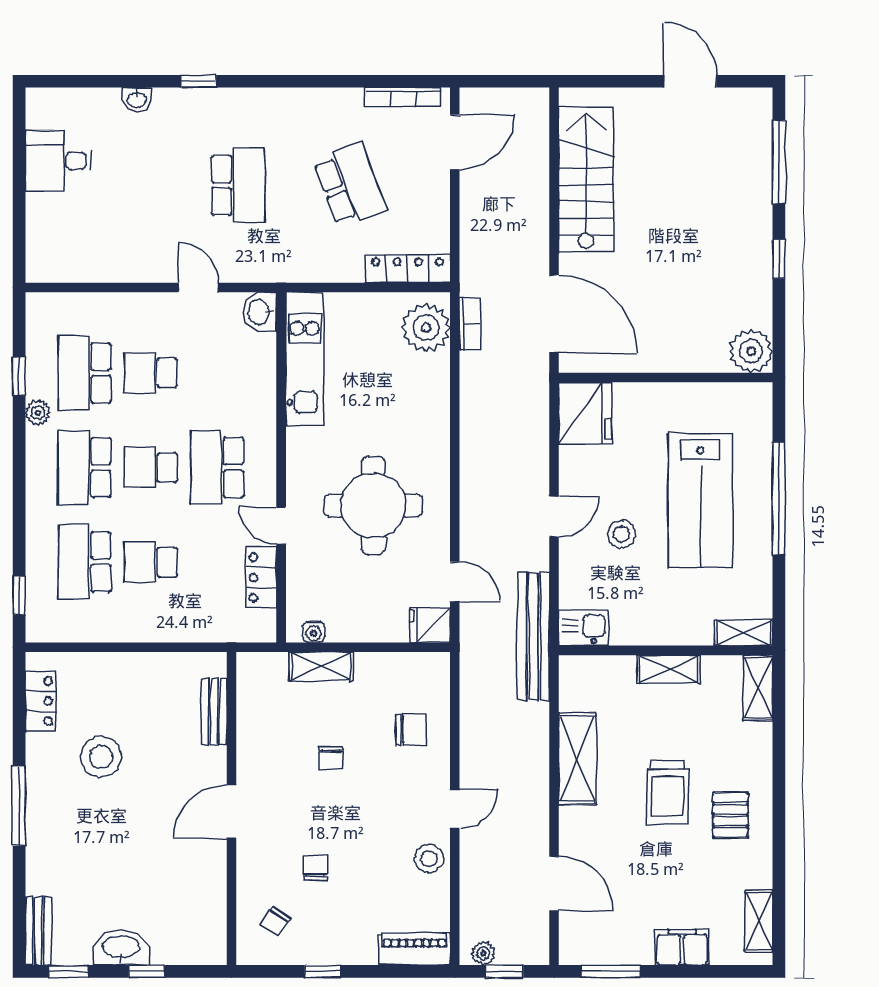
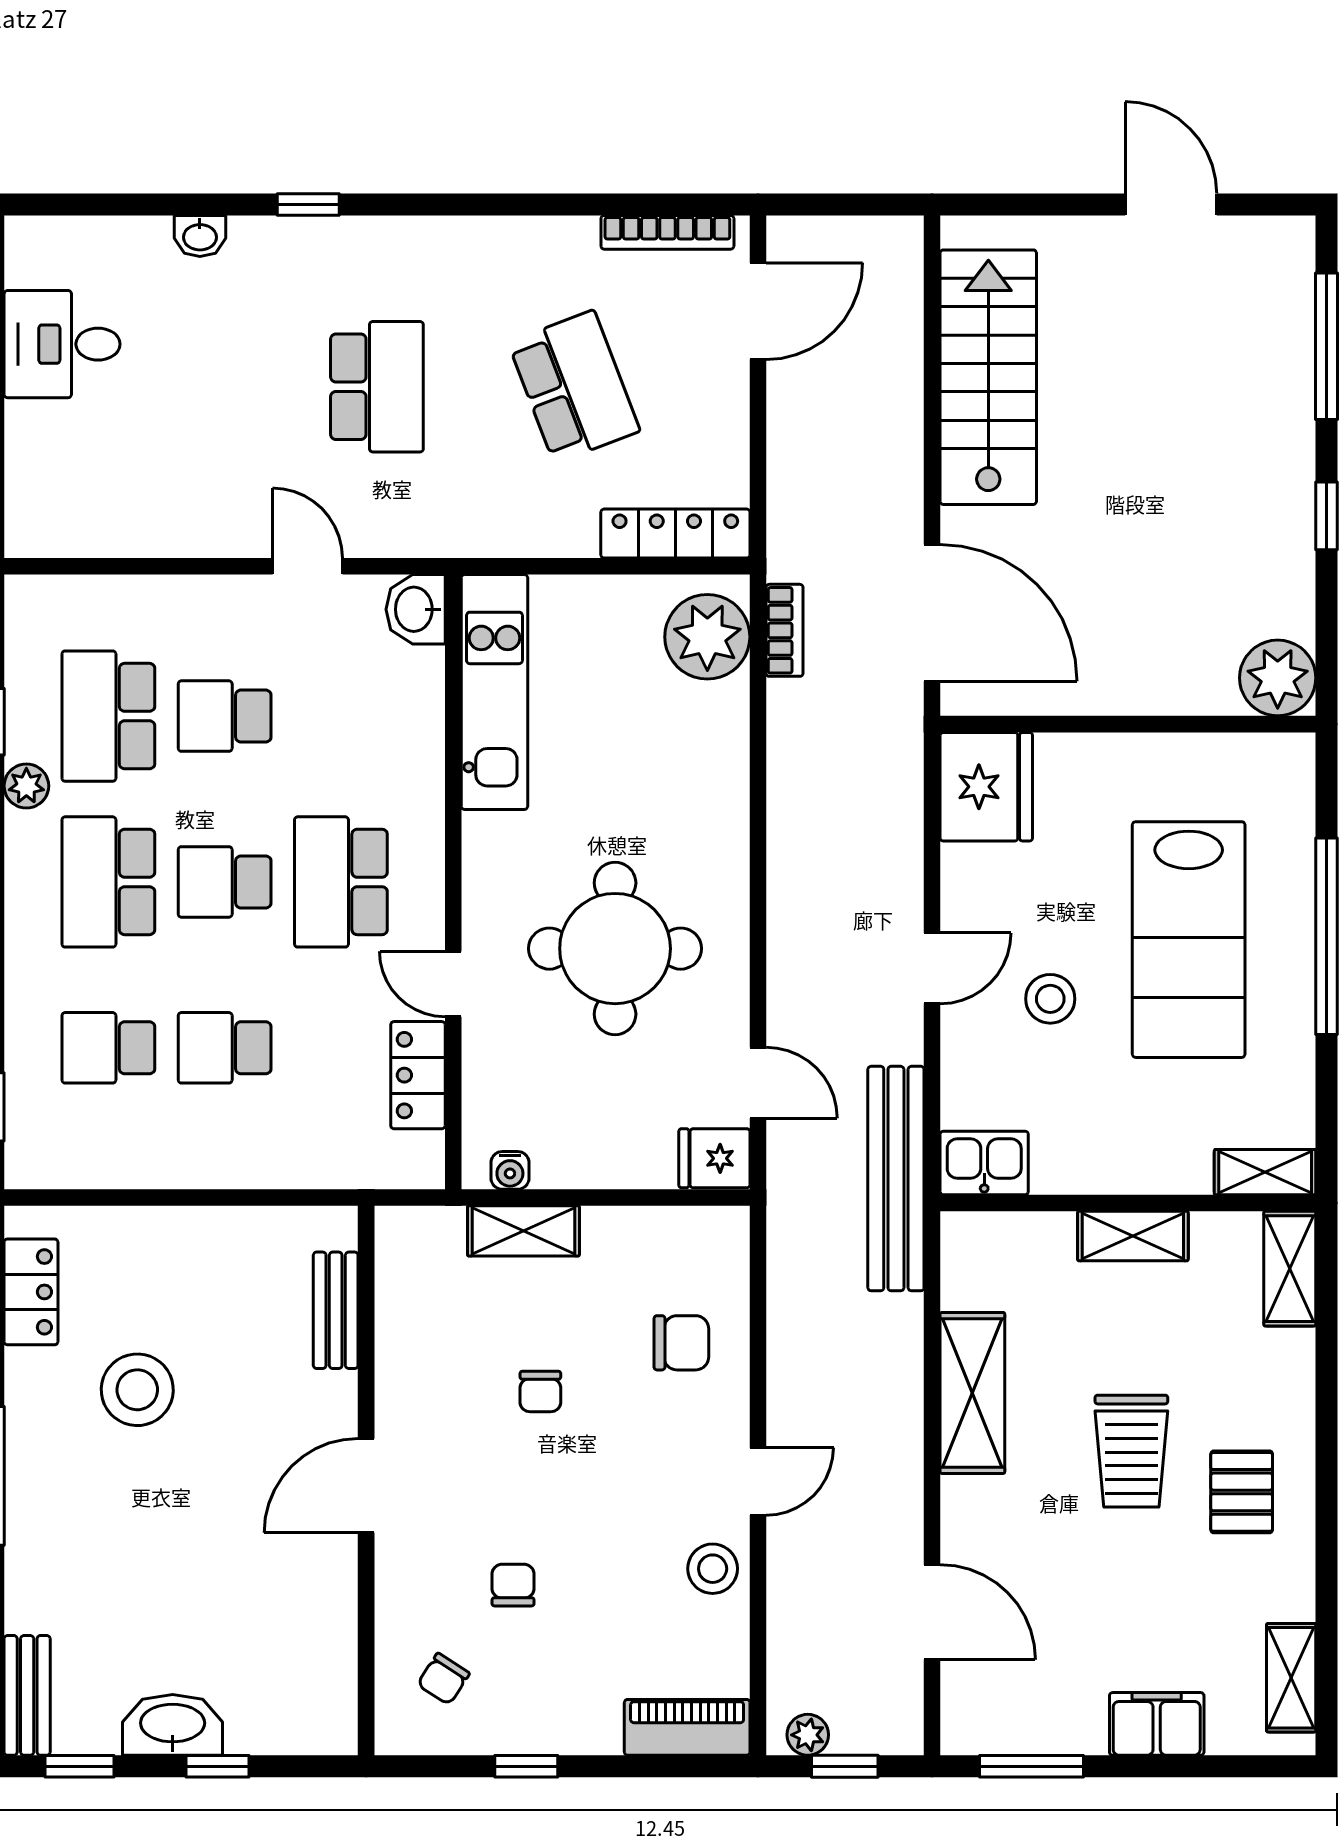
school desk: (85, 562) -> (108, 1048), width x0.54

